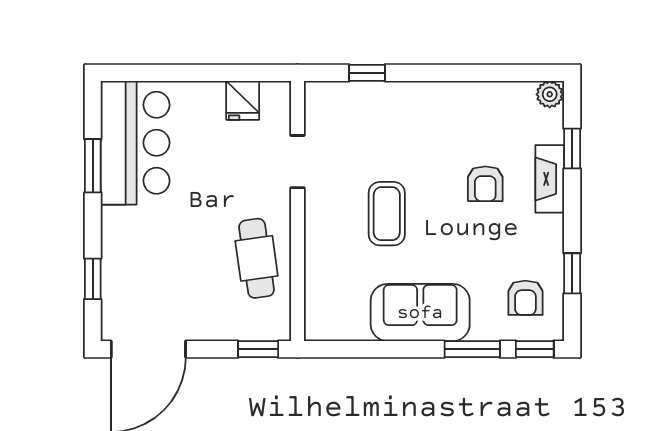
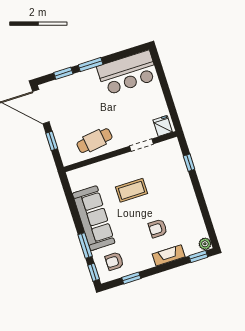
fridge: (243, 100) -> (163, 126), moved, turned 90
window: (572, 149) -> (198, 257), moved
window: (93, 166) -> (91, 65), moved
sofa: (420, 313) -> (94, 218), width x1.36
window: (258, 349) -> (52, 141), moved

